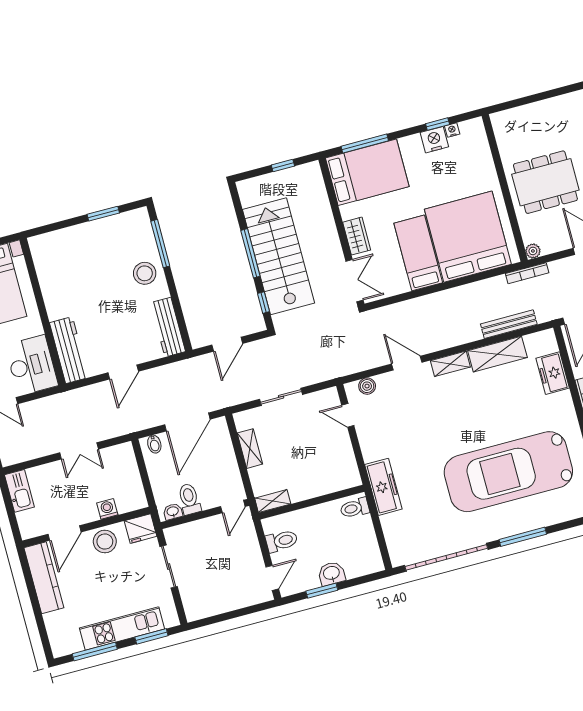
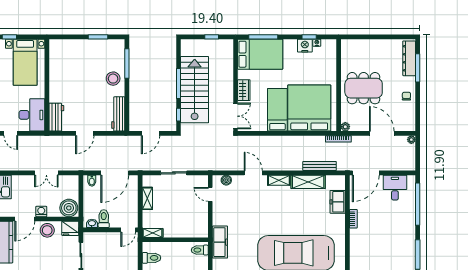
workbench: (69, 350) -> (56, 117), width x0.73
boiler: (130, 497) -> (69, 208), added
washing machine: (107, 509) -> (41, 211), moved

